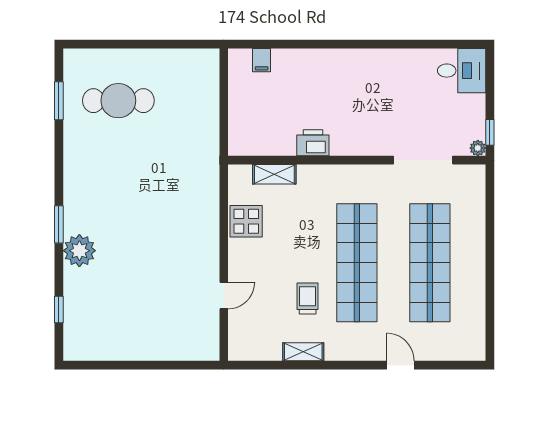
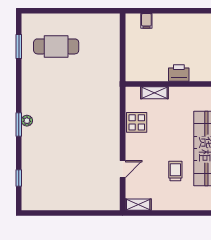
plant: (79, 251) -> (27, 121), moved, width x0.53, depth x0.53
shelving: (303, 352) -> (138, 205), moved

